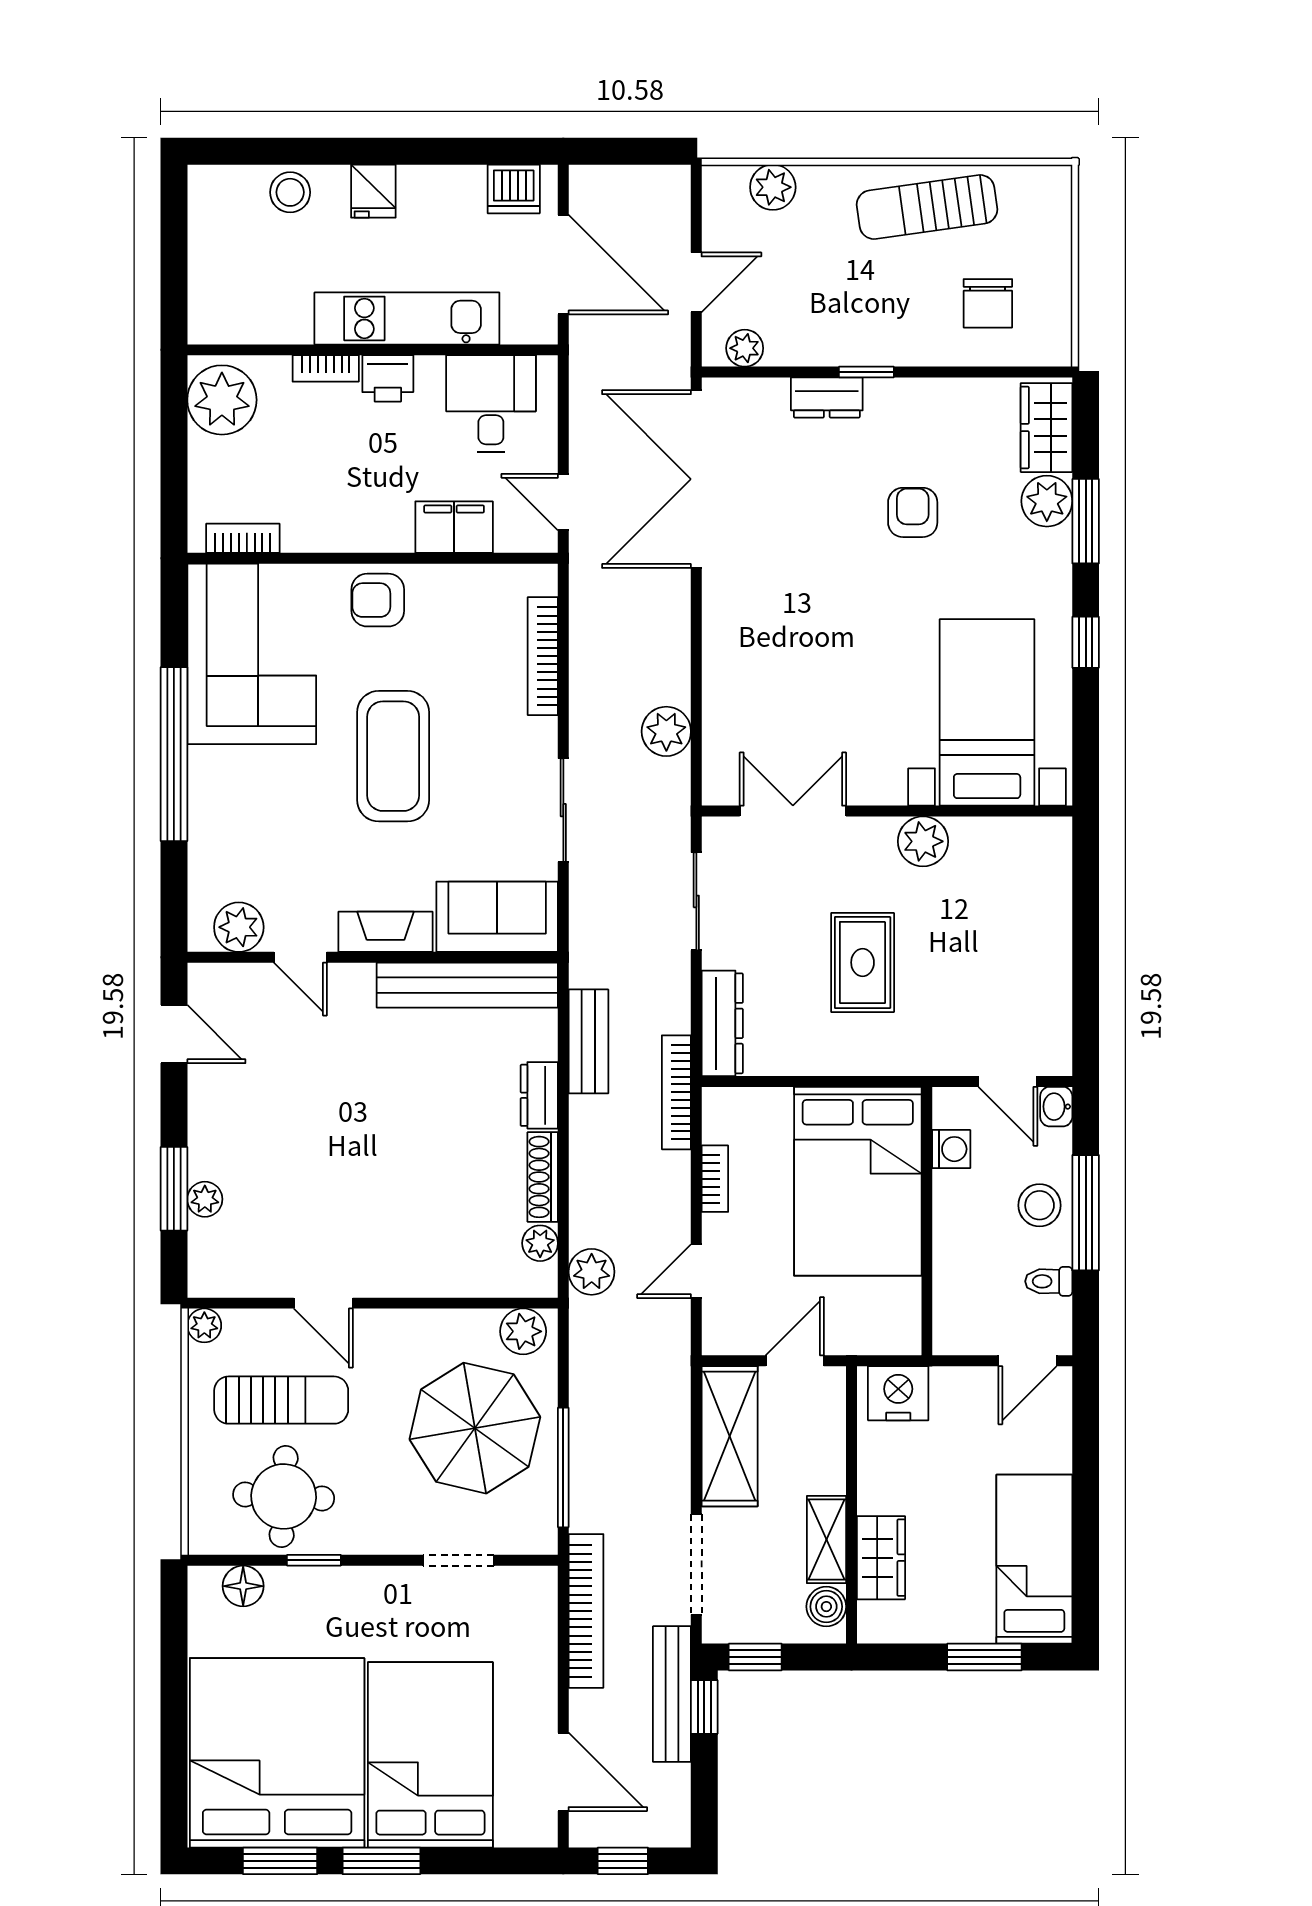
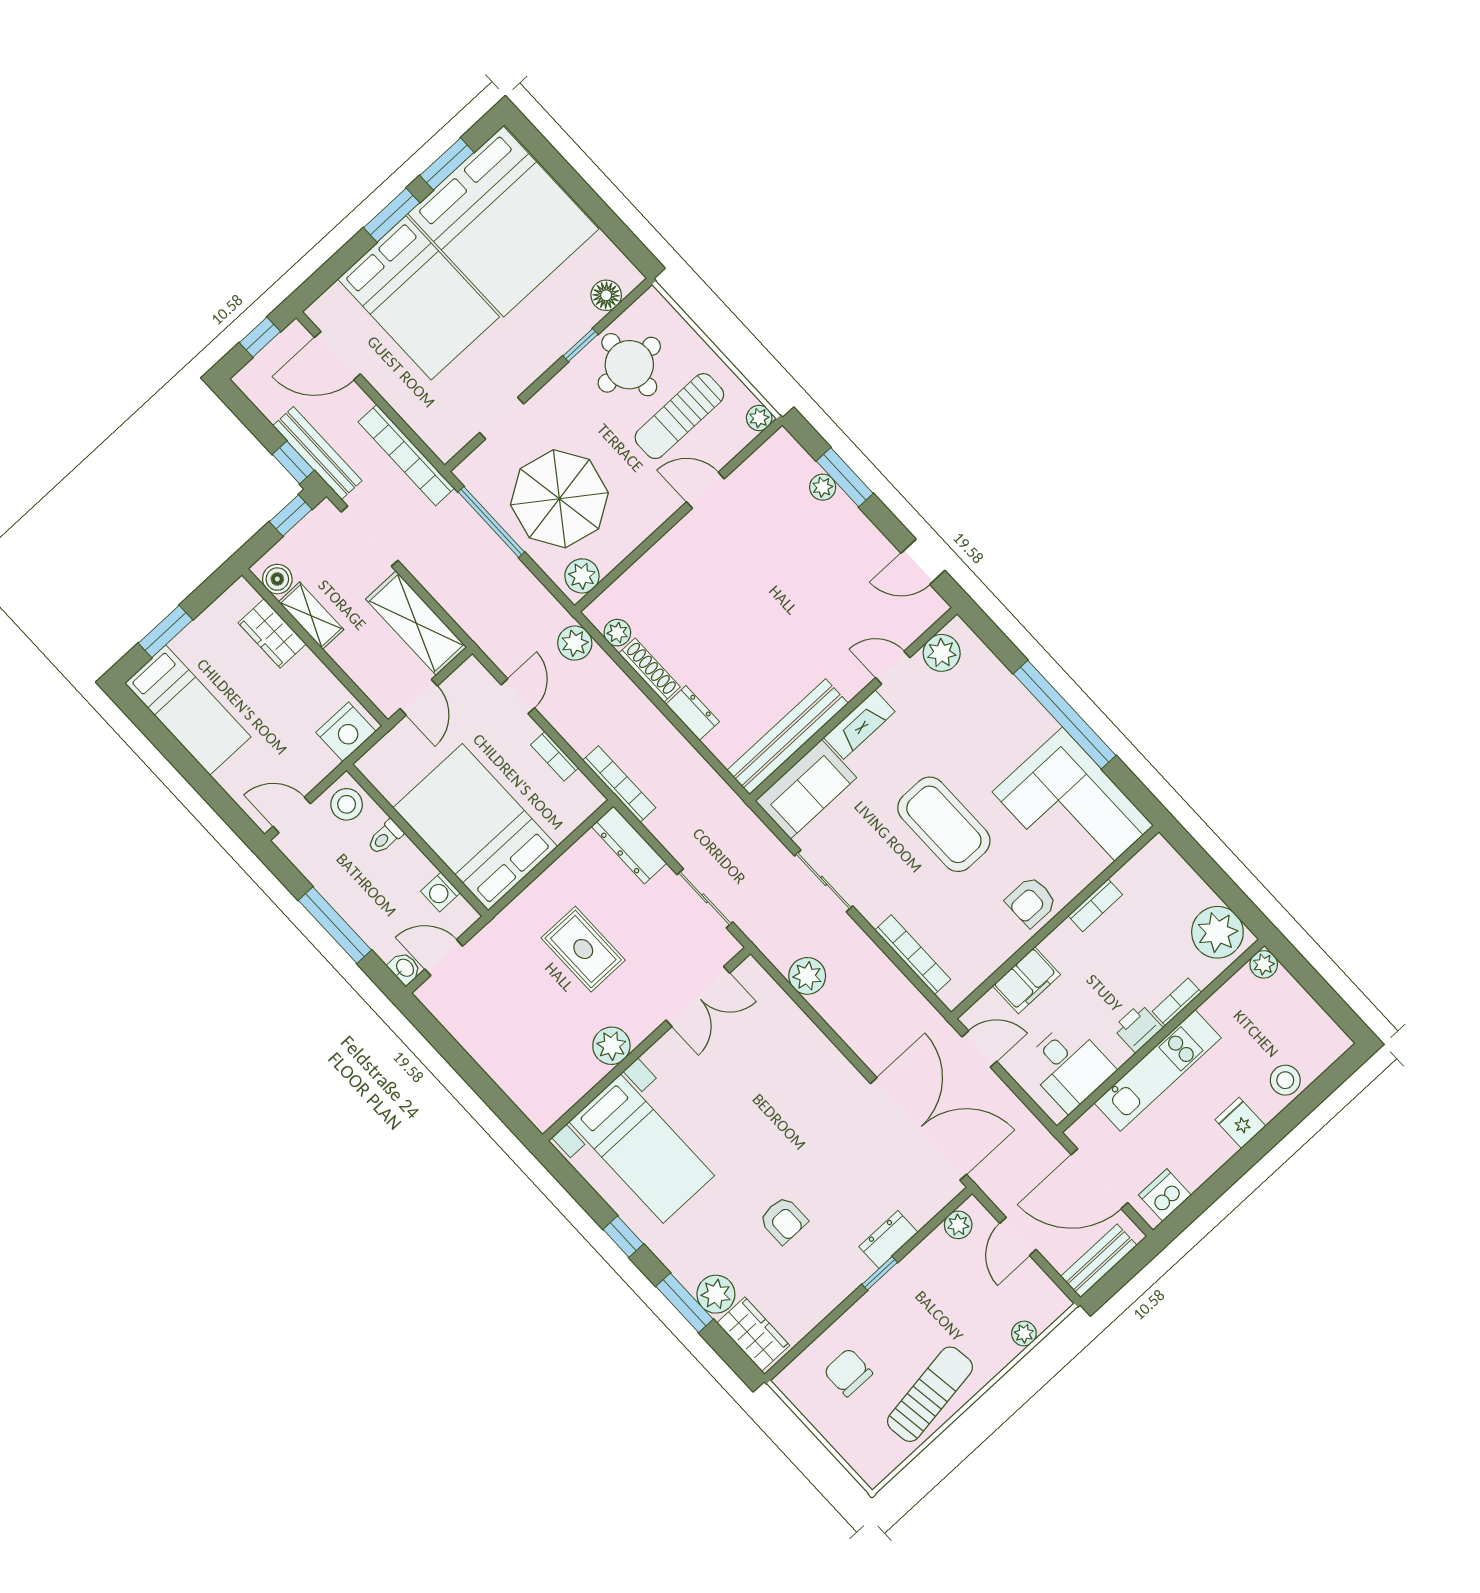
plant: (773, 187) -> (1024, 1334), width x0.73, depth x0.73
plant: (206, 326) -> (1264, 964), added
bookcase: (243, 538) -> (1095, 905), moved
armchair: (378, 600) -> (1031, 902), turned 180
bench: (588, 1041) -> (1099, 1261), moved, turned 90
stool: (1040, 1205) -> (347, 804), moved
toilet: (1049, 1281) -> (385, 837), moved, turned 180
door: (1028, 1361) -> (292, 815), hinge flipped

